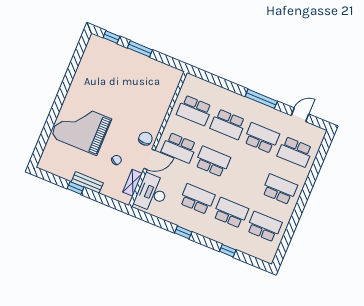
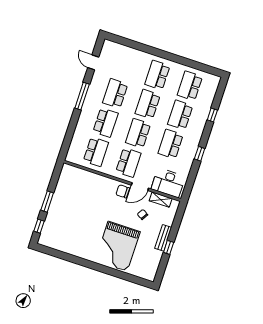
school desk: (295, 152) -> (148, 104), moved, turned 180
door: (150, 159) -> (140, 187), swing flipped

